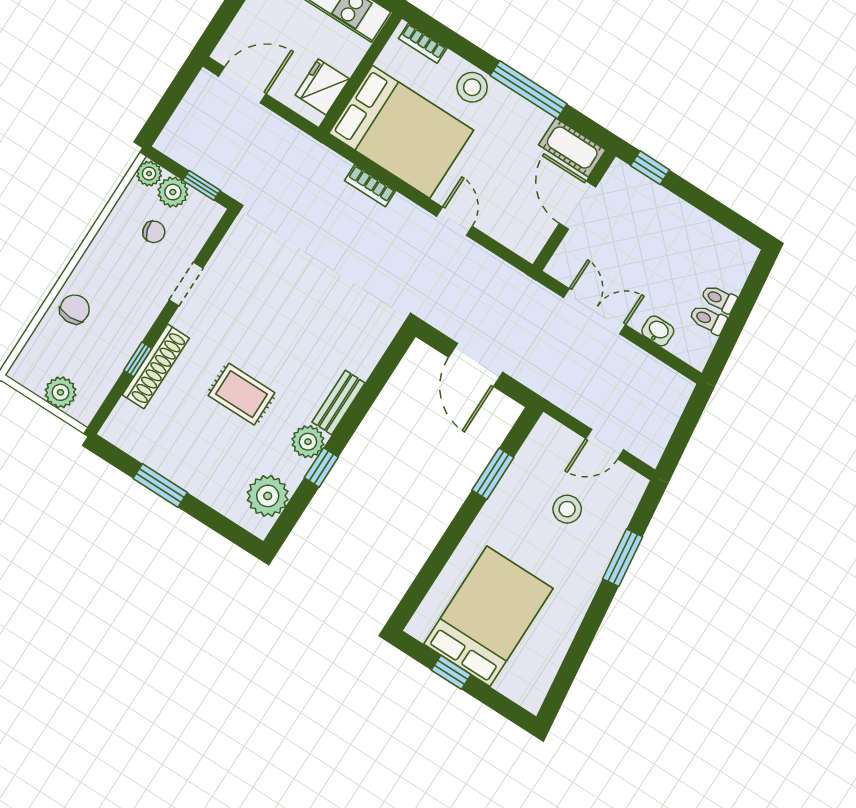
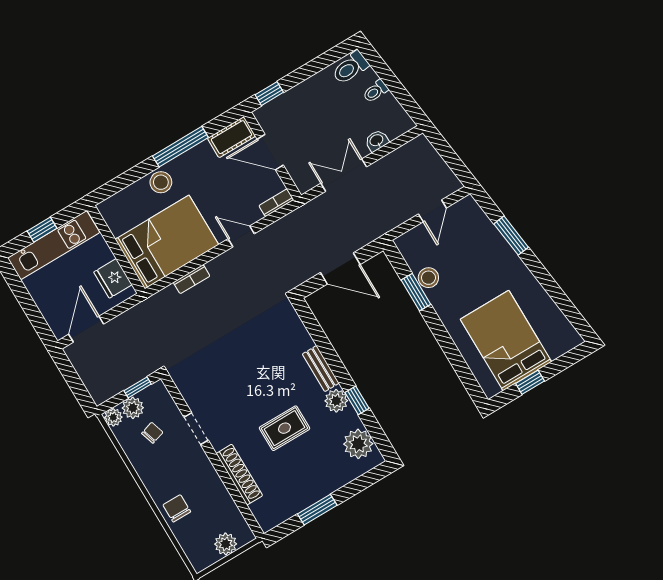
bookcase: (423, 43) -> (276, 203), moved, turned 180
toilet: (708, 319) -> (350, 68), moved, width x1.37, depth x1.39
window: (138, 359) -> (229, 484), removed
stool: (567, 509) -> (428, 278), moved

